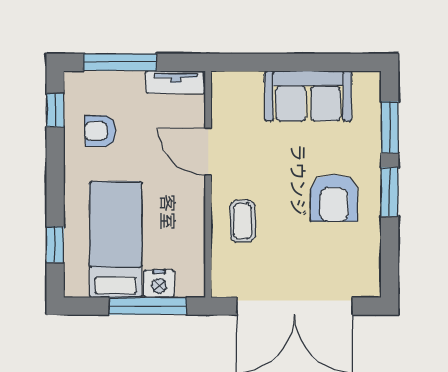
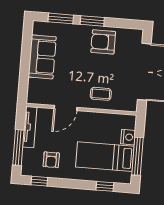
tv unit: (176, 82) -> (30, 127), width x1.41
armchair: (334, 198) -> (103, 42), moved, turned 180
window: (148, 306) -> (138, 156), moved

